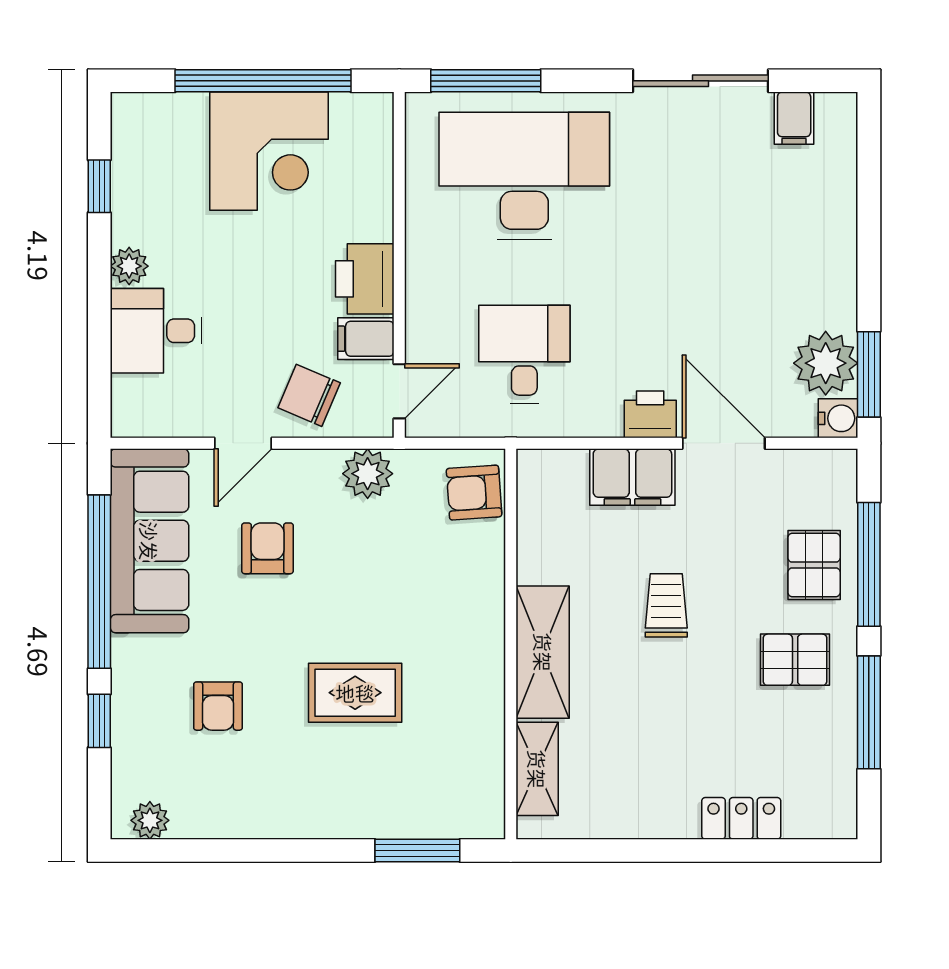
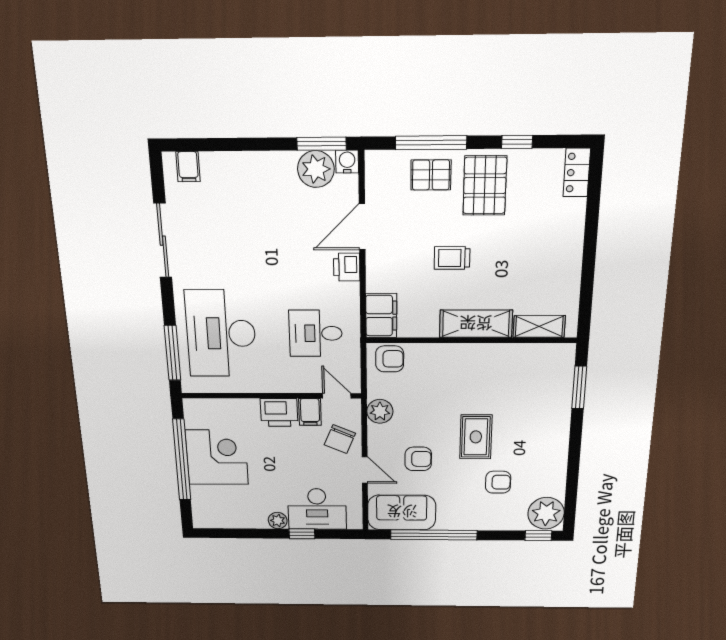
filing cabinet: (794, 118) -> (188, 167), moved, turned 90
window: (99, 186) -> (302, 534), moved
desk: (156, 331) -> (317, 509), width x1.37
filing cabinet: (632, 477) -> (381, 316), moved
armchair: (474, 493) -> (390, 359), turned -86
sofa: (149, 541) -> (402, 512), width x0.73
armchair: (267, 548) -> (418, 459), turned 180
pallet: (795, 660) -> (485, 186), width x1.50, depth x1.42
rug: (355, 693) -> (476, 437), moved
window: (869, 712) -> (517, 142), width x0.46
window: (99, 721) -> (538, 536), moved
locker: (741, 818) -> (577, 173), moved
plant: (150, 820) -> (546, 513), width x1.87, depth x1.87

